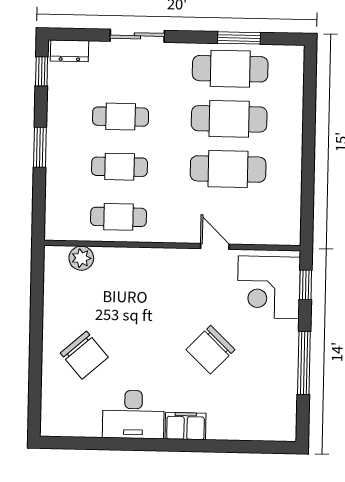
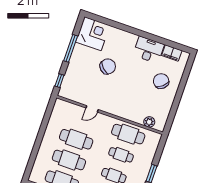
cafe table: (118, 217) -> (128, 134), width x1.37, depth x1.35
door: (215, 246) -> (92, 109), hinge flipped
corner desk: (269, 287) -> (93, 34), moved
filing cabinet: (186, 426) -> (172, 53), moved

